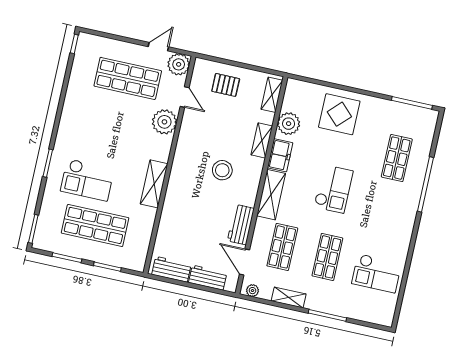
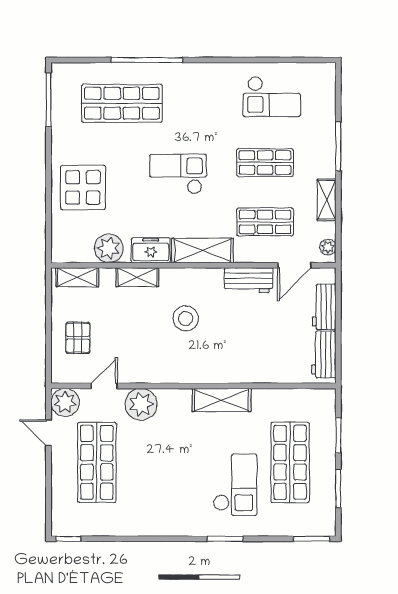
shop shelf: (397, 158) -> (122, 103), width x1.43, depth x1.36
checkout: (377, 273) -> (272, 97), turned 90

